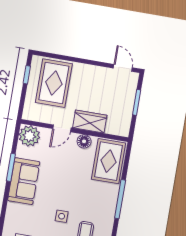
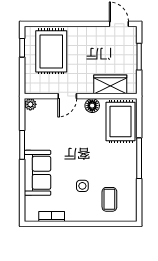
wardrobe: (90, 122) -> (110, 84), moved
plant: (29, 136) -> (30, 104), width x0.53, depth x0.53
sofa: (24, 181) -> (38, 173), moved

